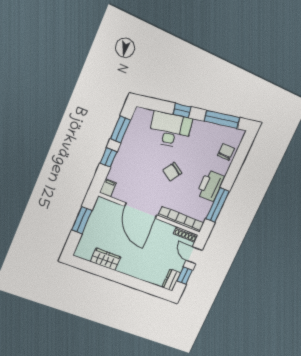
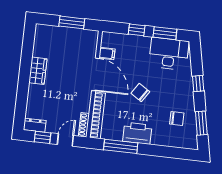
window: (222, 119) -> (201, 123), width x0.69
desk: (170, 130) -> (169, 54), moved, turned -79
chair: (226, 152) -> (177, 119), moved
filing cabinet: (108, 188) -> (107, 53), moved
door: (141, 211) -> (95, 74), swing flipped
wardrobe: (105, 259) -> (38, 71), moved

